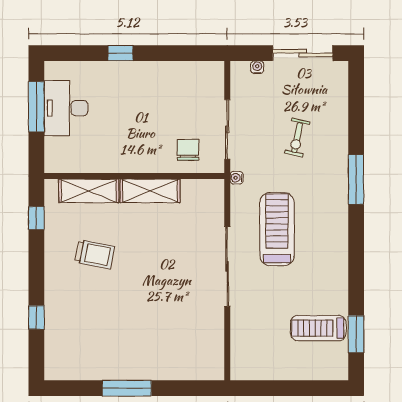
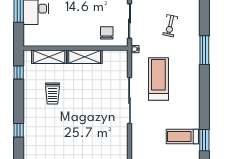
trolley: (95, 254) -> (53, 94), turned 79

